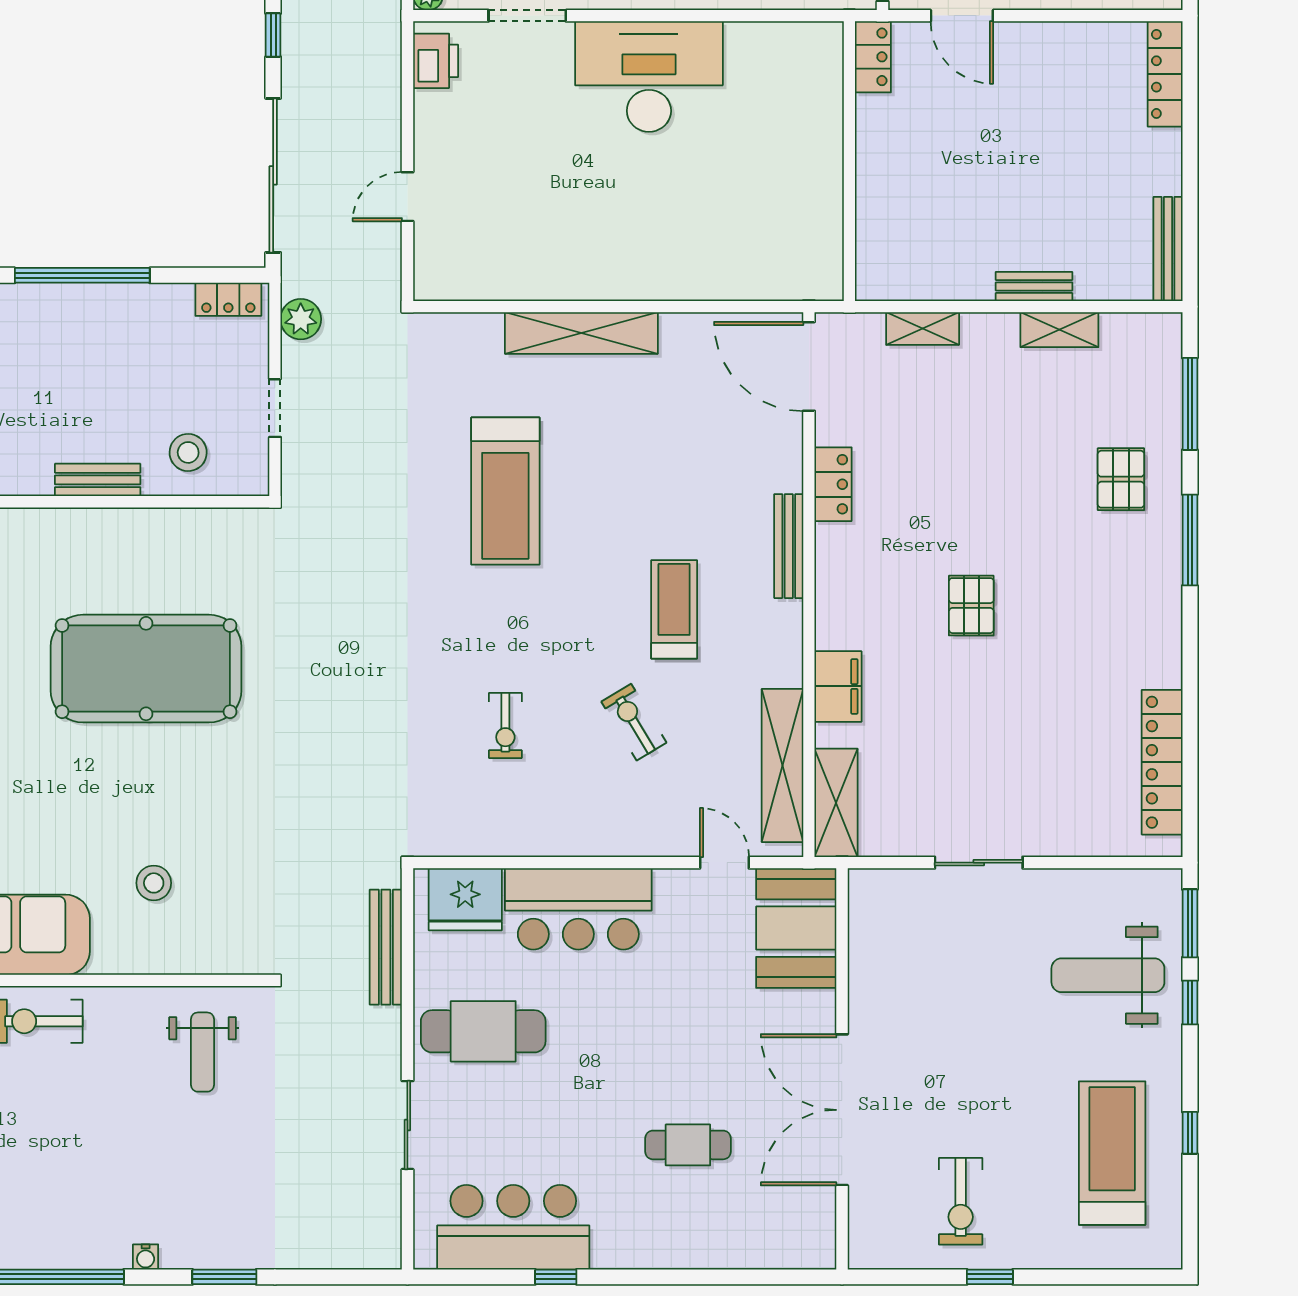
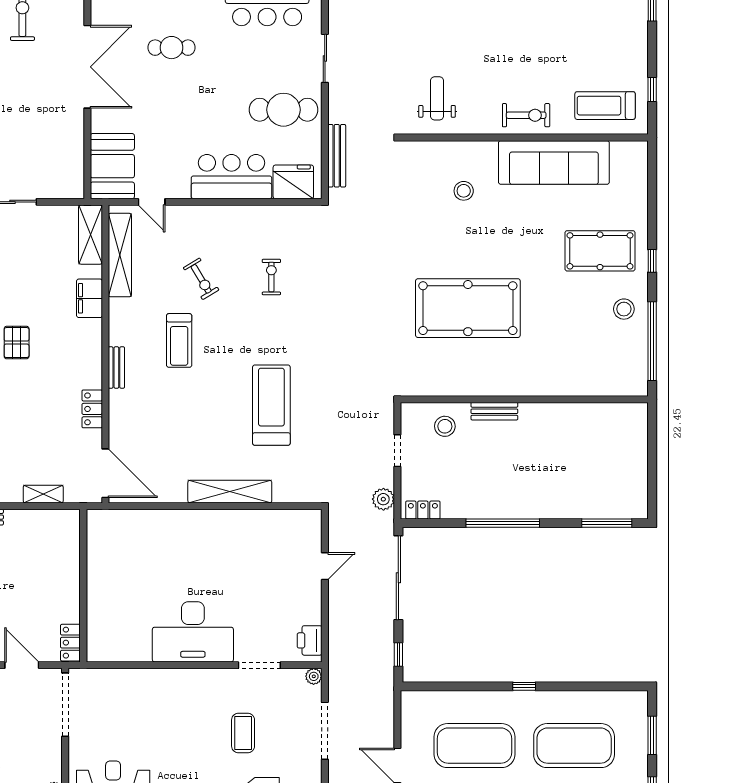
bench: (789, 546) -> (116, 367), width x0.73

